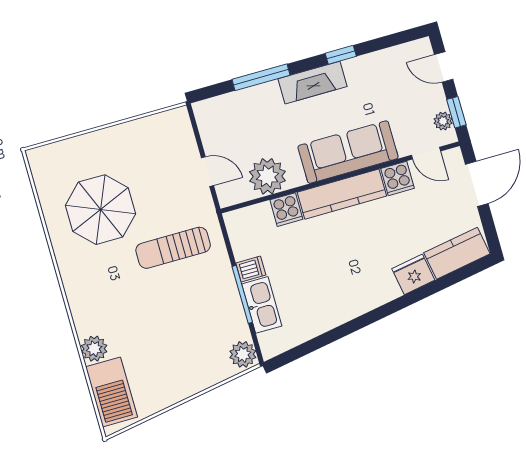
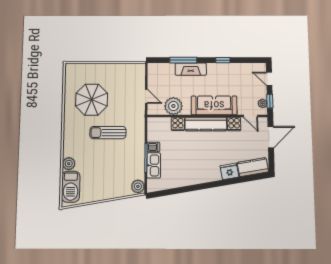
fireplace: (313, 83) -> (191, 69), moved
sun lounger: (173, 248) -> (108, 133), moved

